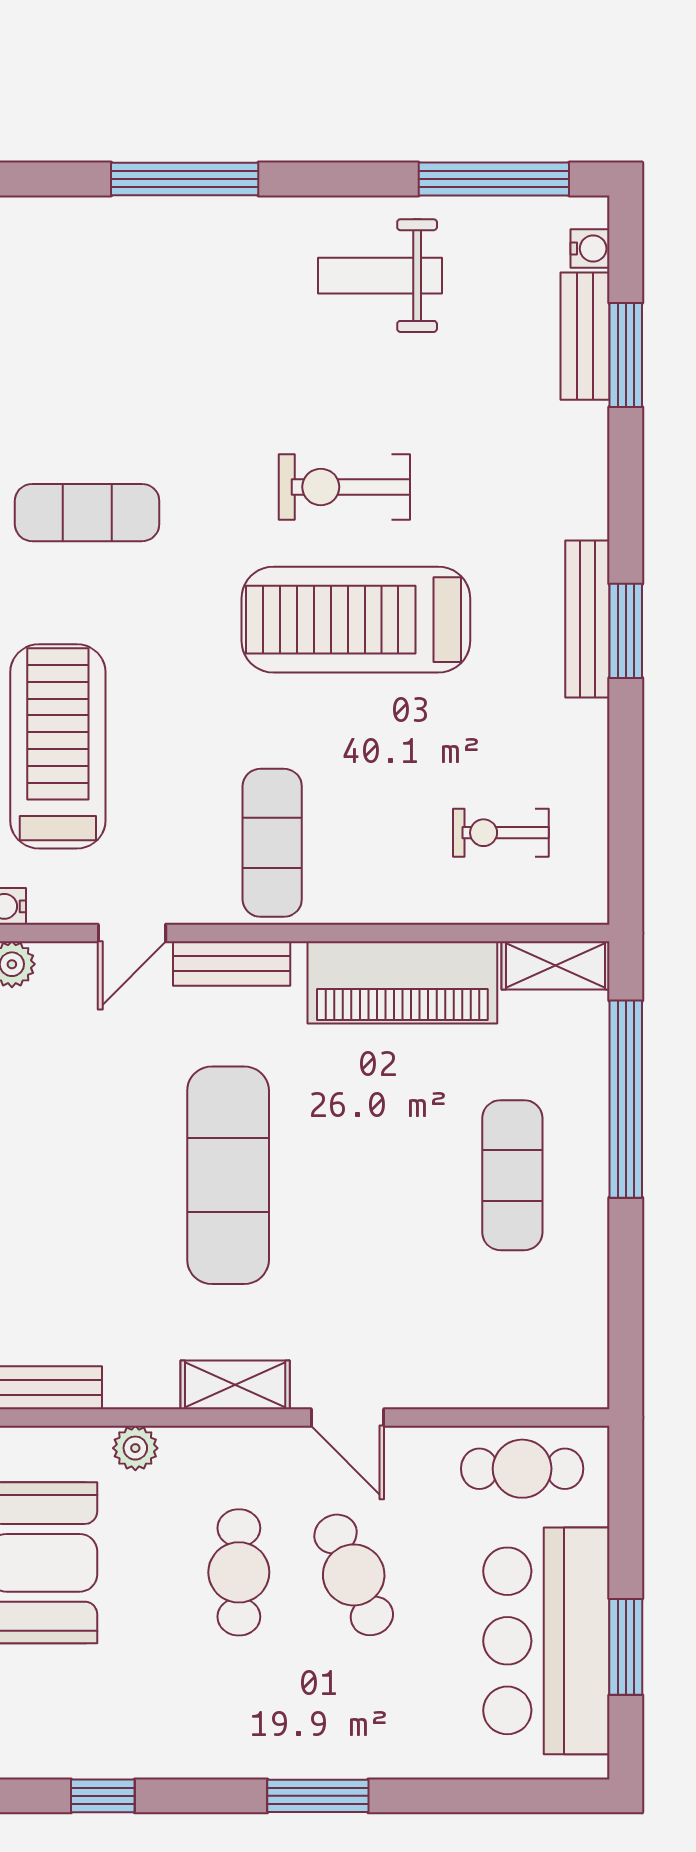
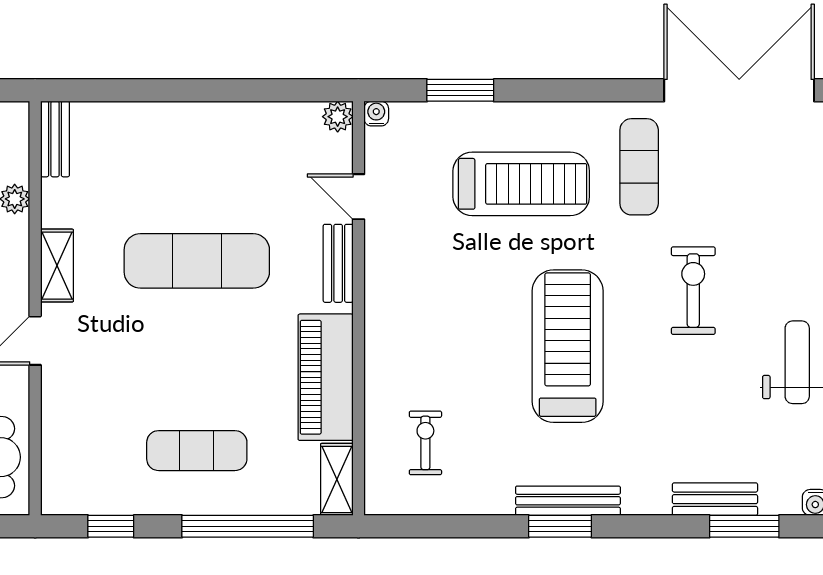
bench: (585, 336) -> (715, 499), moved
exercise bike: (344, 487) -> (693, 291), moved
treadmill: (58, 746) -> (521, 184), moved
exercise mat: (272, 843) -> (419, 290), removed
window: (626, 1304) -> (111, 526), added

